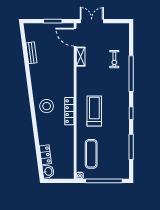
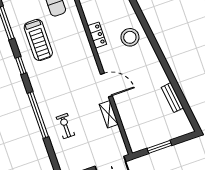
door: (75, 37) -> (106, 85), moved
locker: (69, 111) -> (97, 35), width x0.66
treadmill: (94, 111) -> (38, 40), moved

